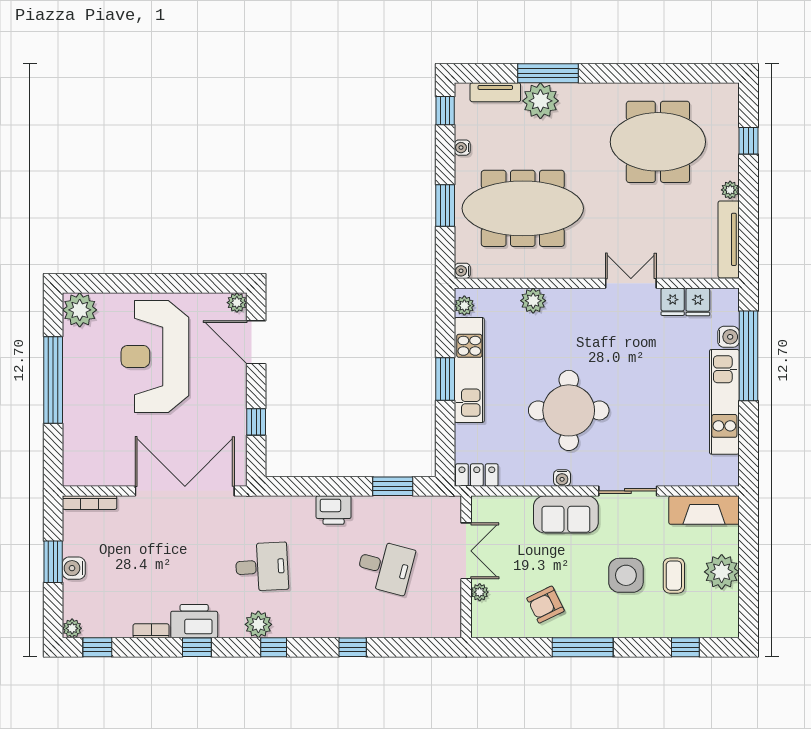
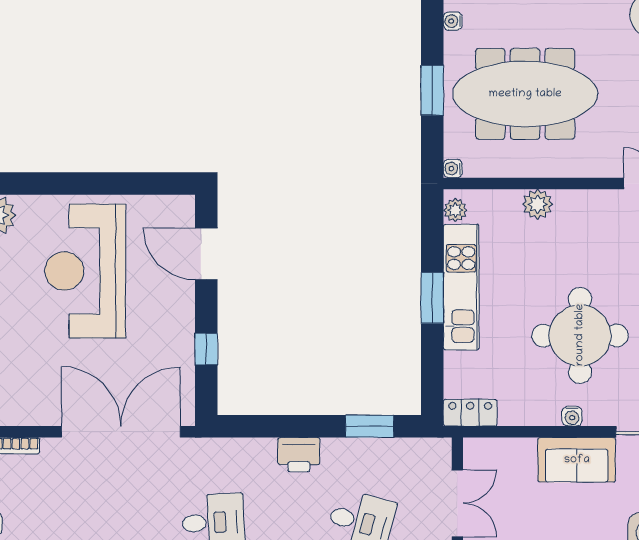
plant: (237, 303) -> (183, 206), removed

